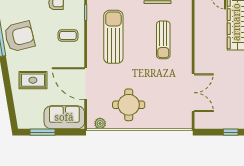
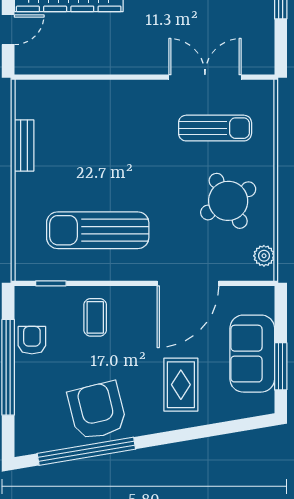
sun lounger: (163, 40) -> (215, 128), moved
round table: (129, 105) -> (228, 201), turned -30
sofa: (64, 117) -> (252, 354), moved

